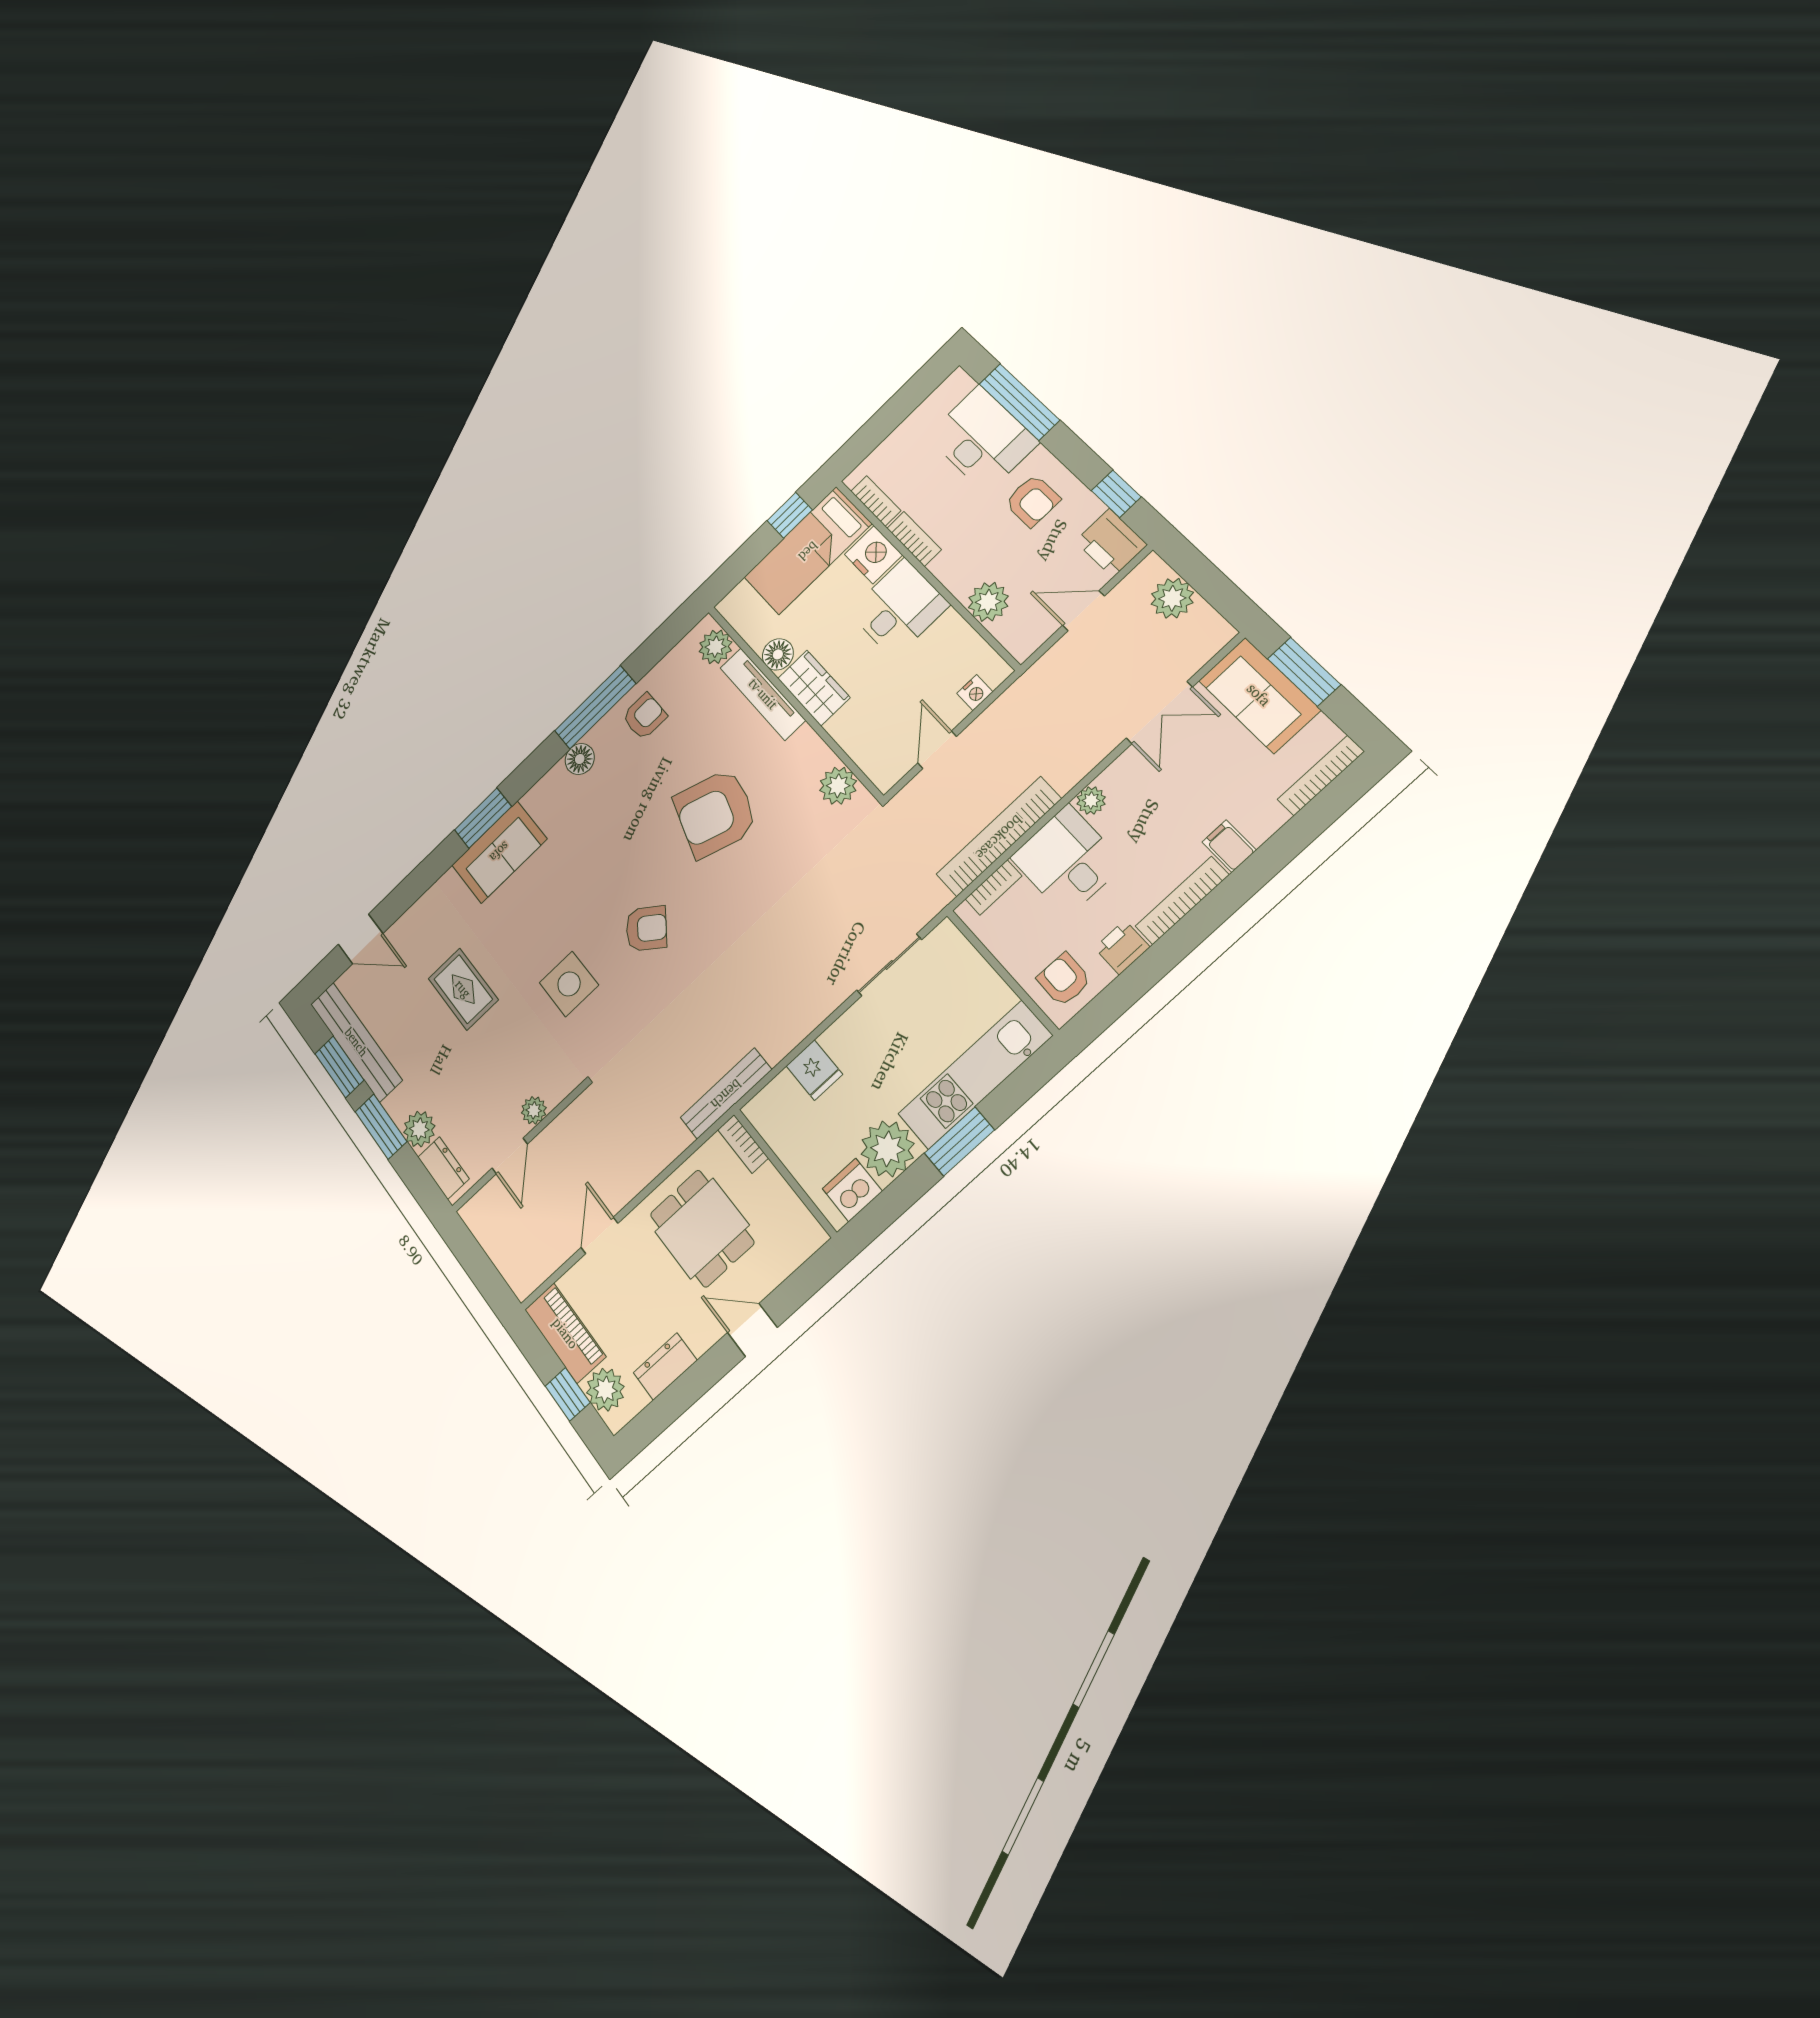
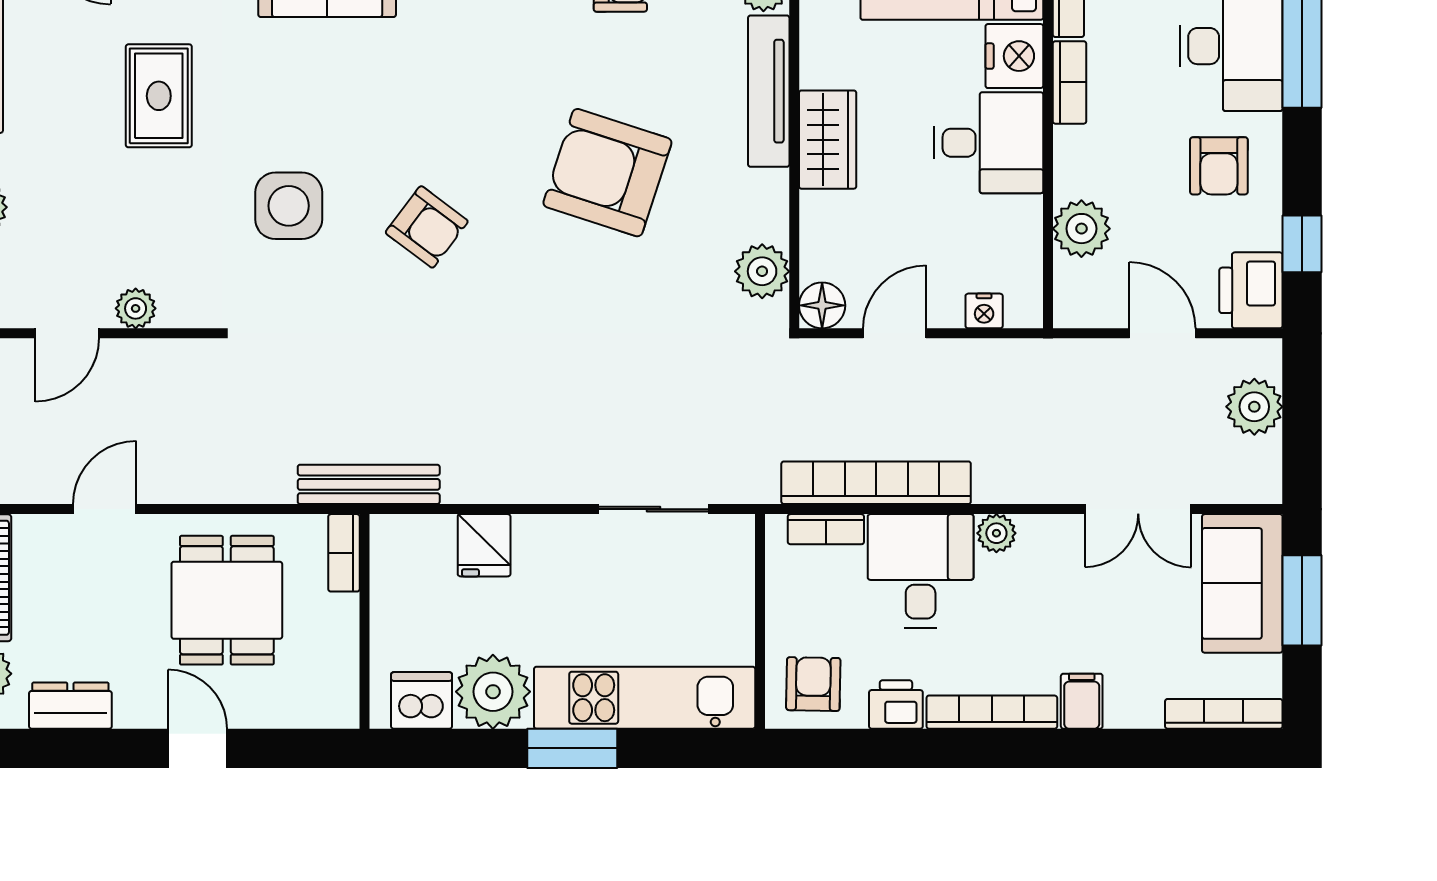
floor lamp: (778, 654) -> (822, 305), moved

